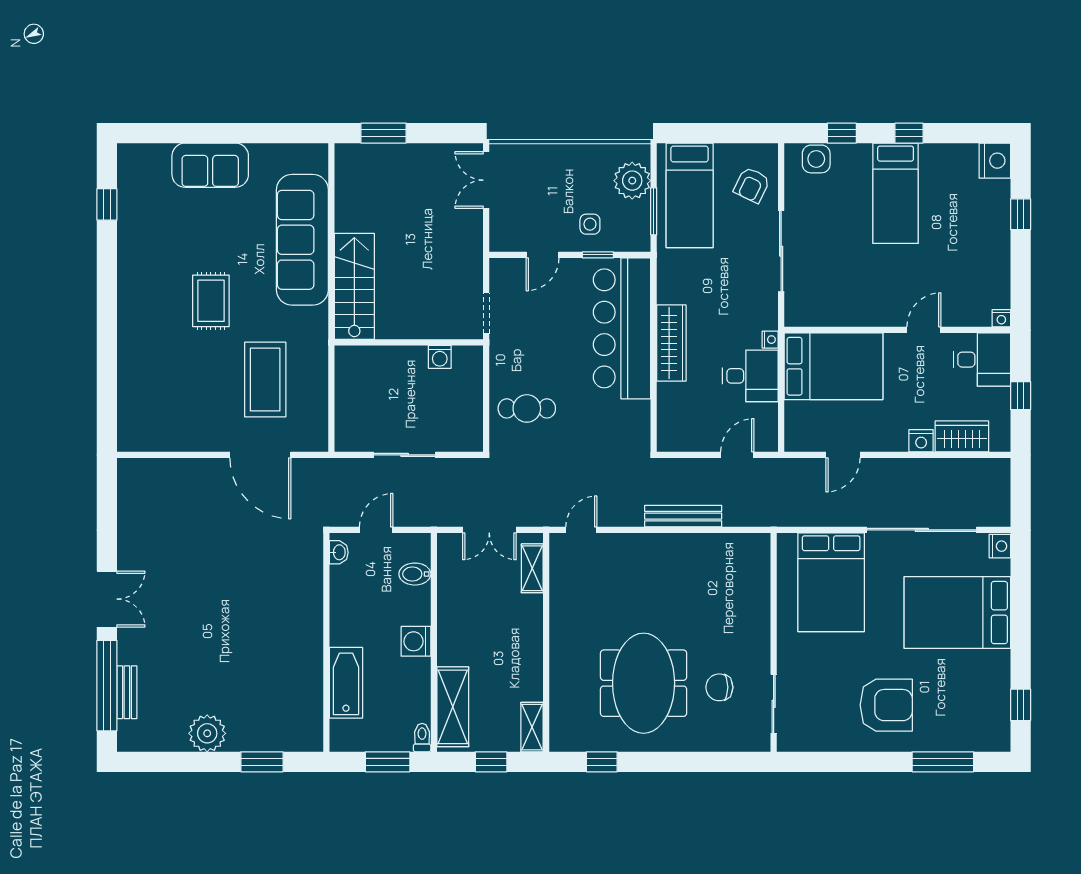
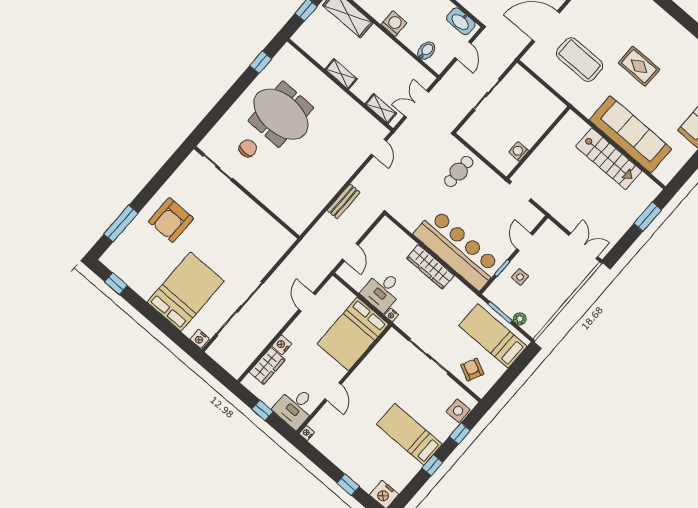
plant: (632, 181) -> (520, 319), width x0.53, depth x0.53
stairs: (354, 286) -> (609, 159), moved
bench: (683, 516) -> (344, 201), width x0.73
washbasin: (339, 552) -> (461, 21), width x1.91, depth x1.45
bed: (831, 582) -> (252, 244), removed
shelving: (532, 727) -> (341, 74), moved

